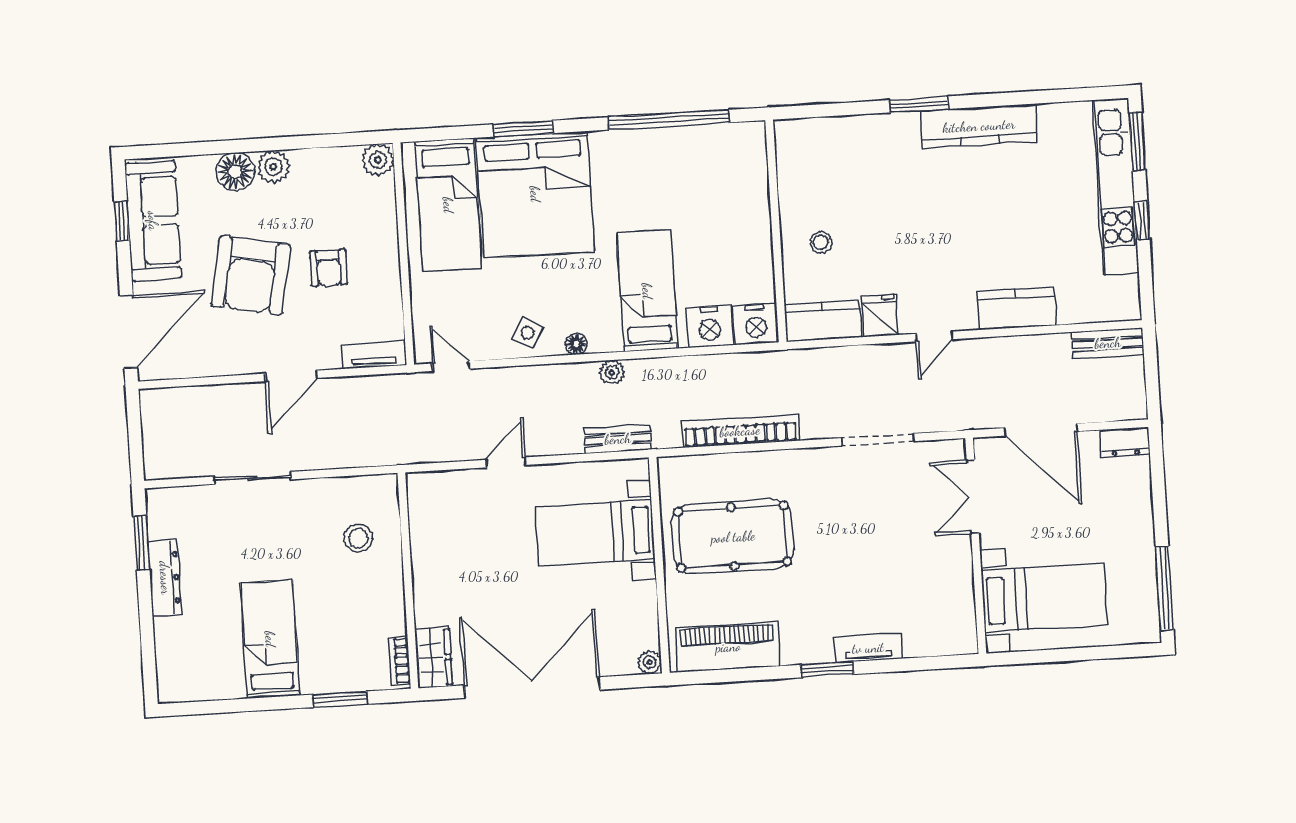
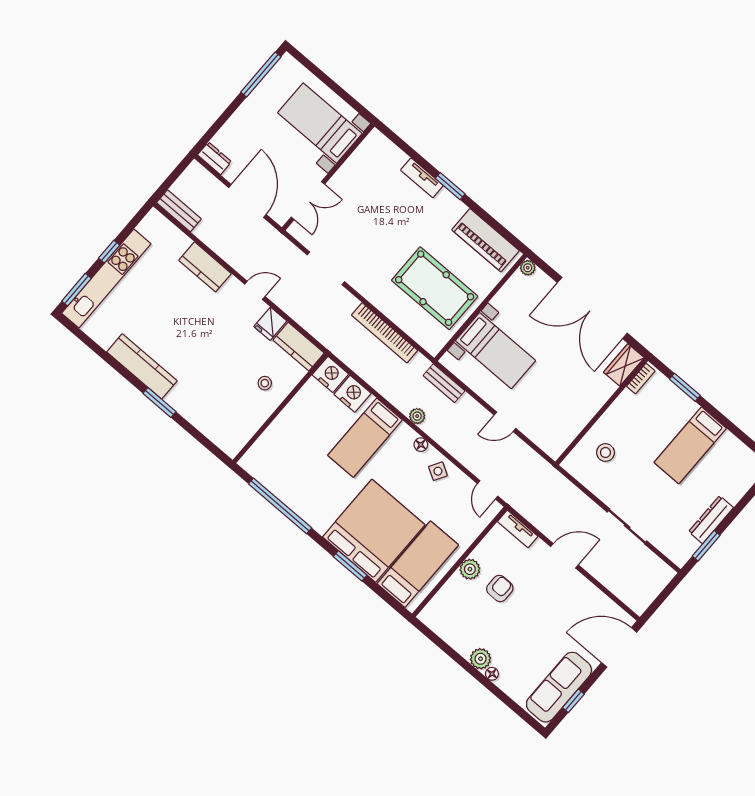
plant: (378, 160) -> (470, 569), moved
floor lamp: (235, 172) -> (492, 674), width x0.53, depth x0.53
armchair: (251, 275) -> (539, 619), removed

